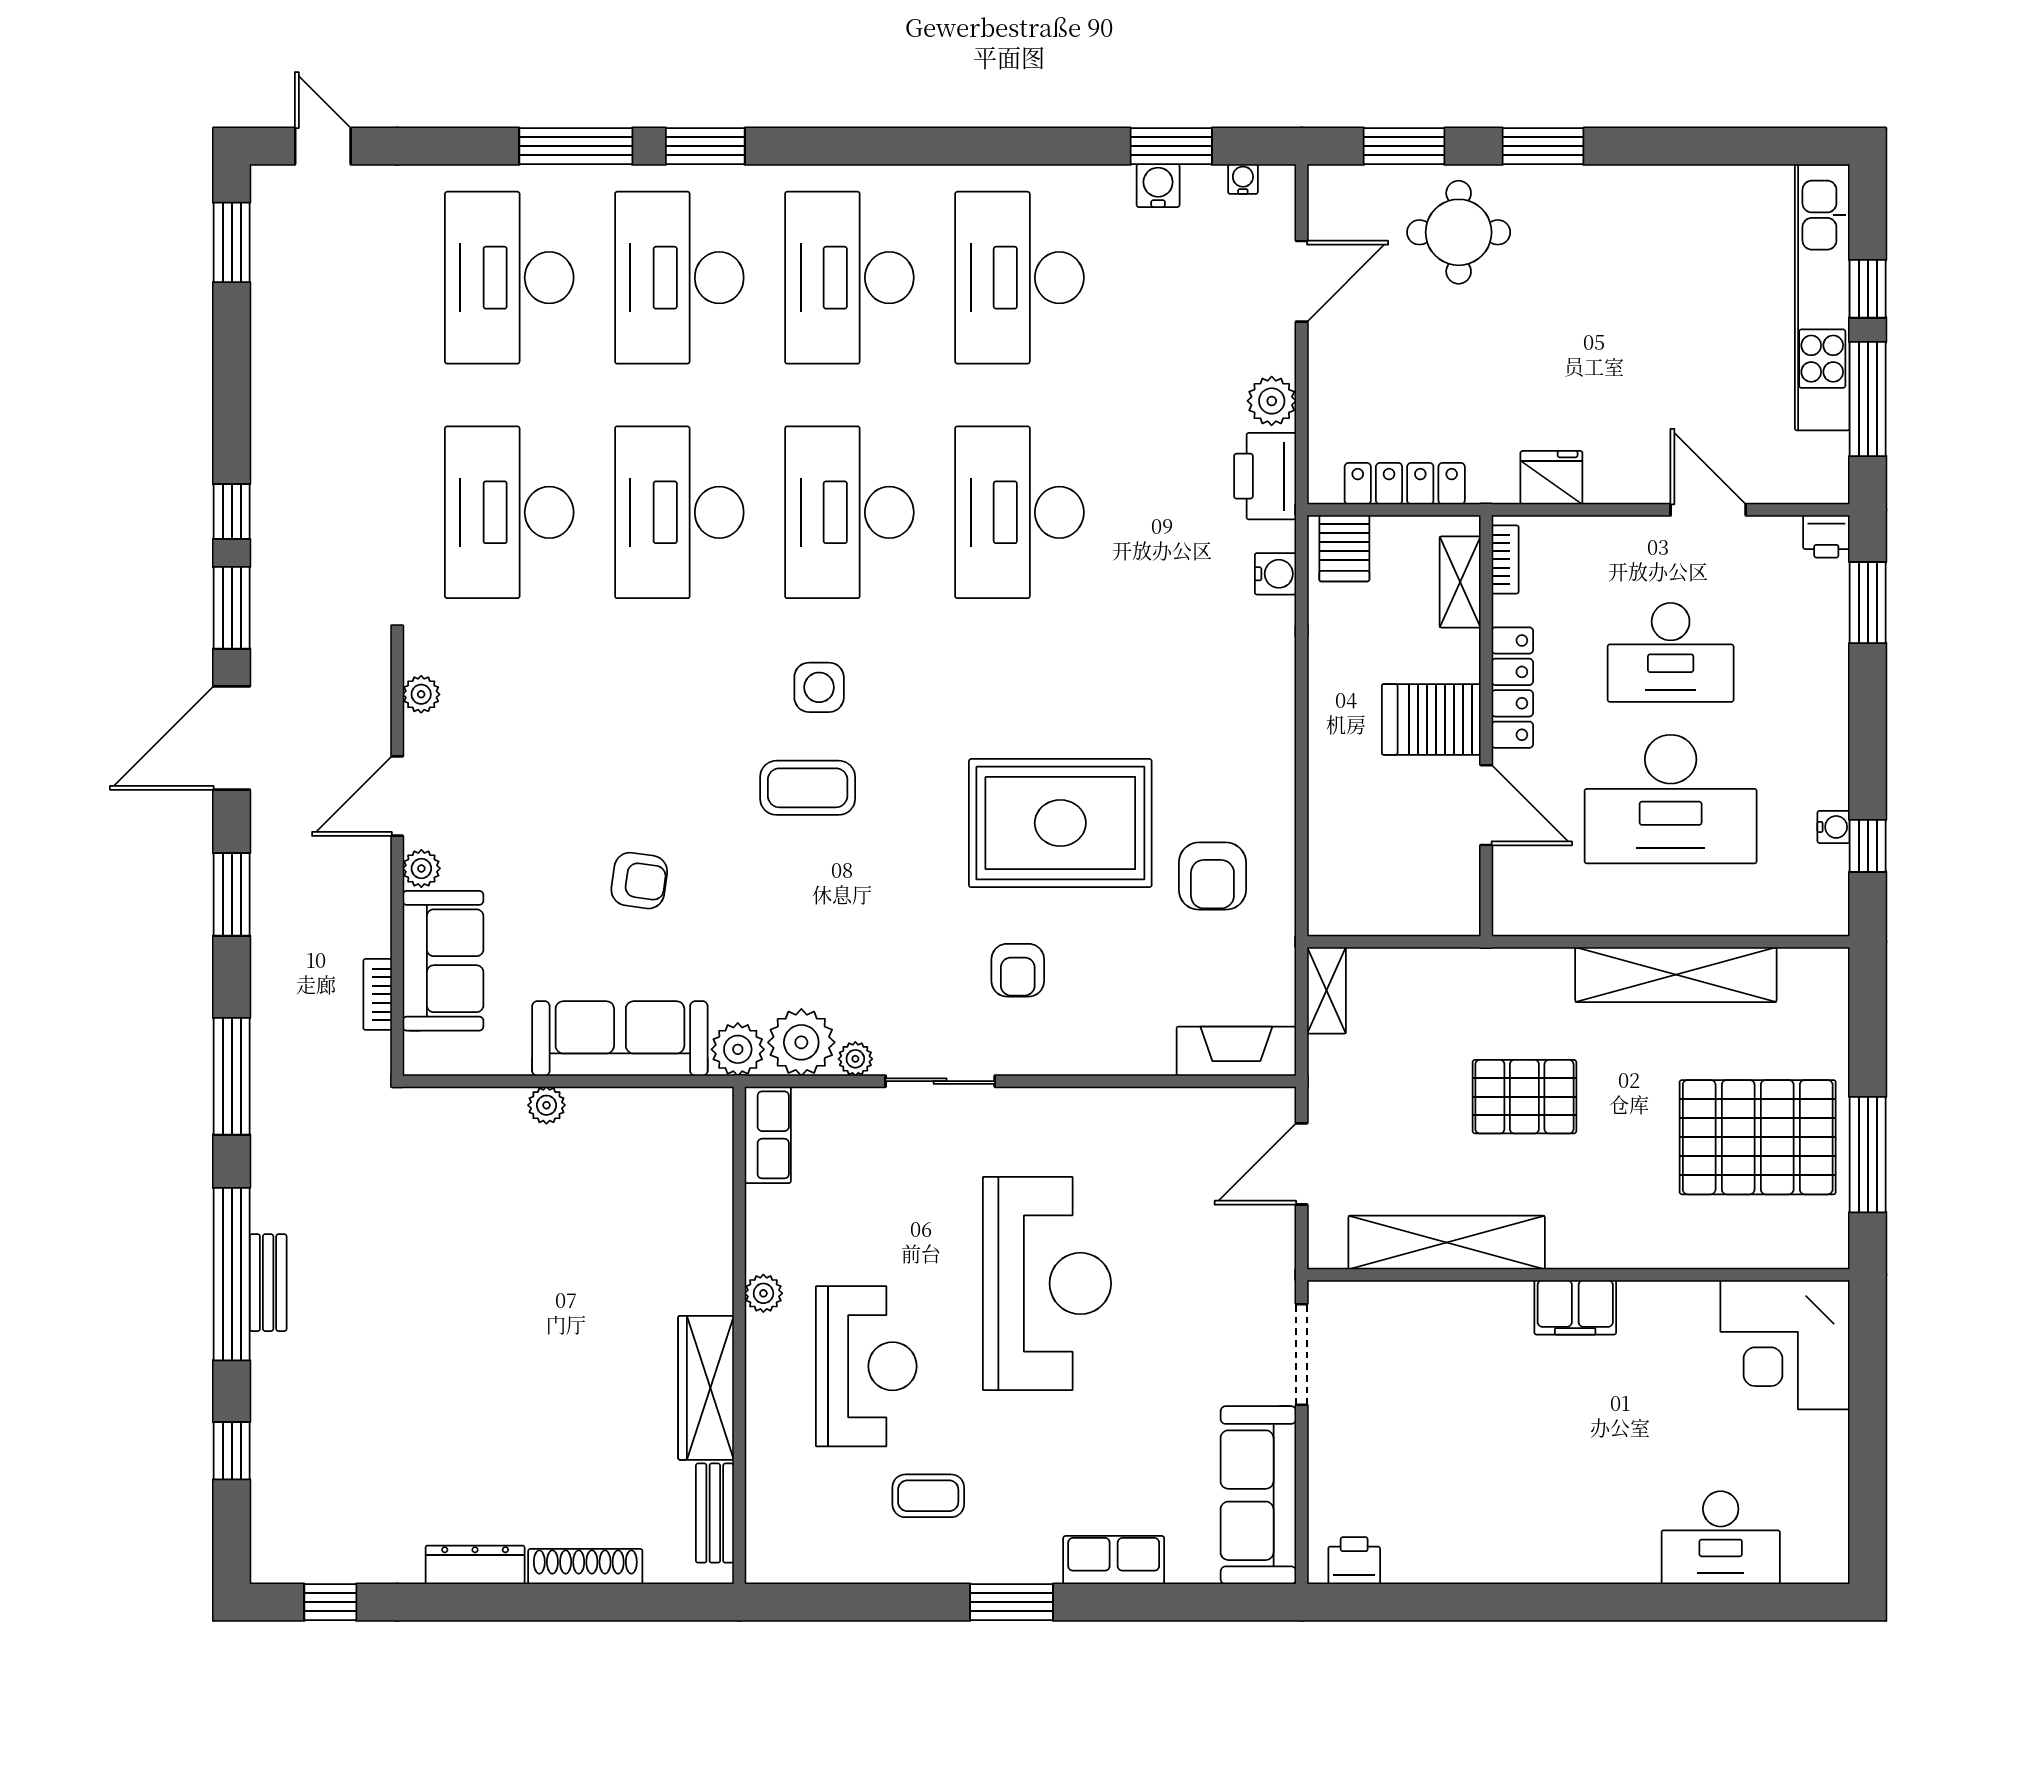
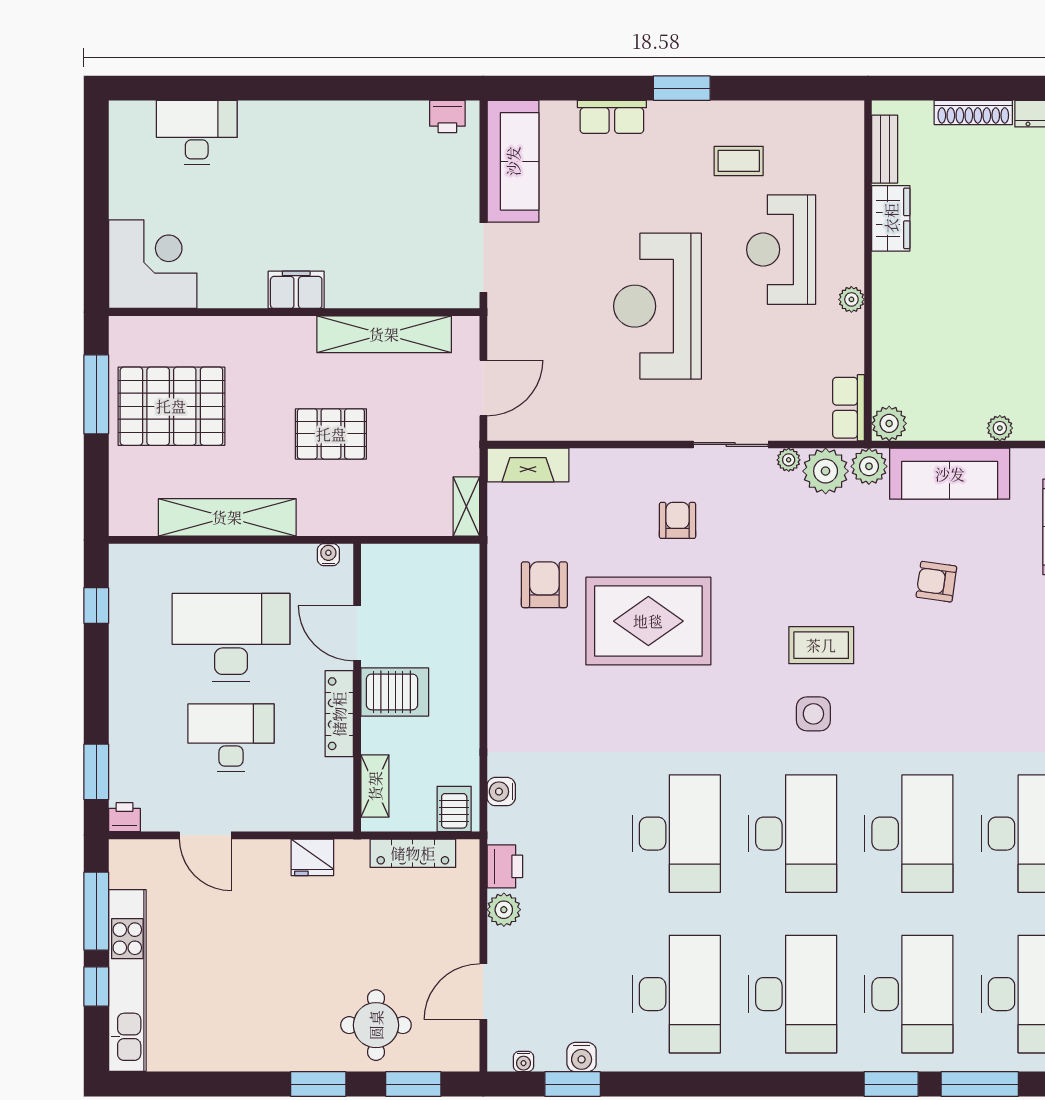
printer: (1265, 476) -> (505, 866), width x0.73, depth x0.84
bookcase: (1505, 559) -> (344, 801), removed
water cooler: (1834, 827) -> (328, 555), moved, turned 90
plant: (708, 1112) -> (889, 423), added
wardrobe: (706, 1388) -> (891, 218), width x0.67

